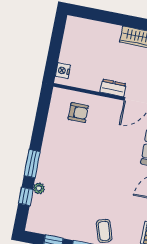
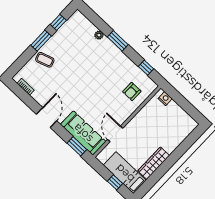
dresser: (113, 88) -> (134, 124), removed
window: (26, 196) -> (146, 68), moved

